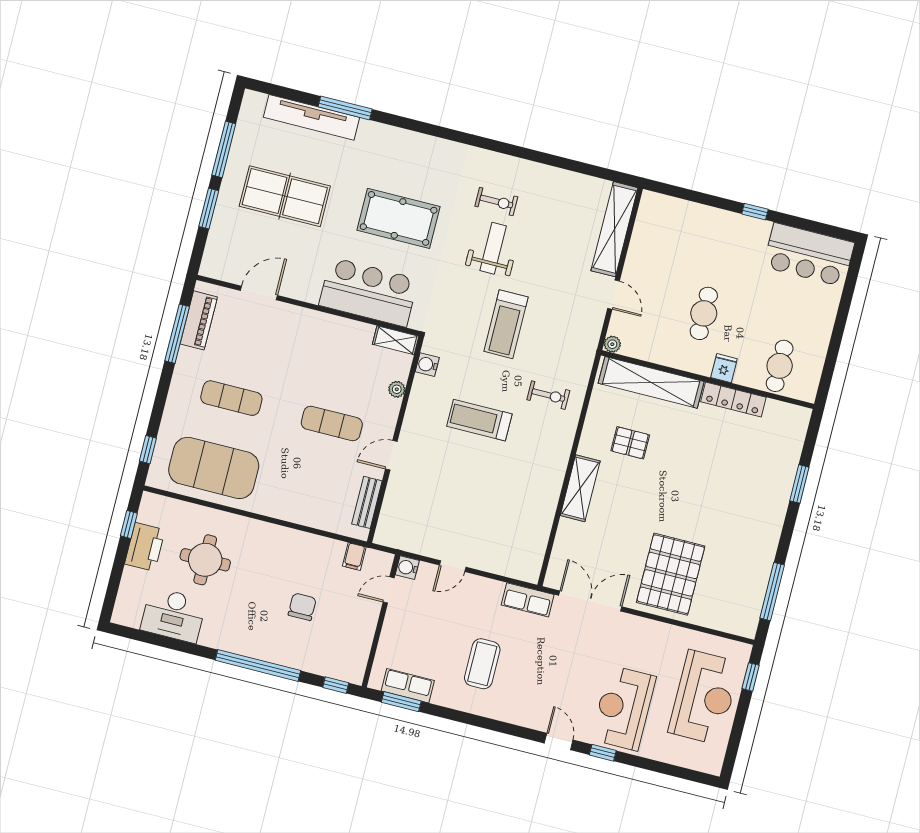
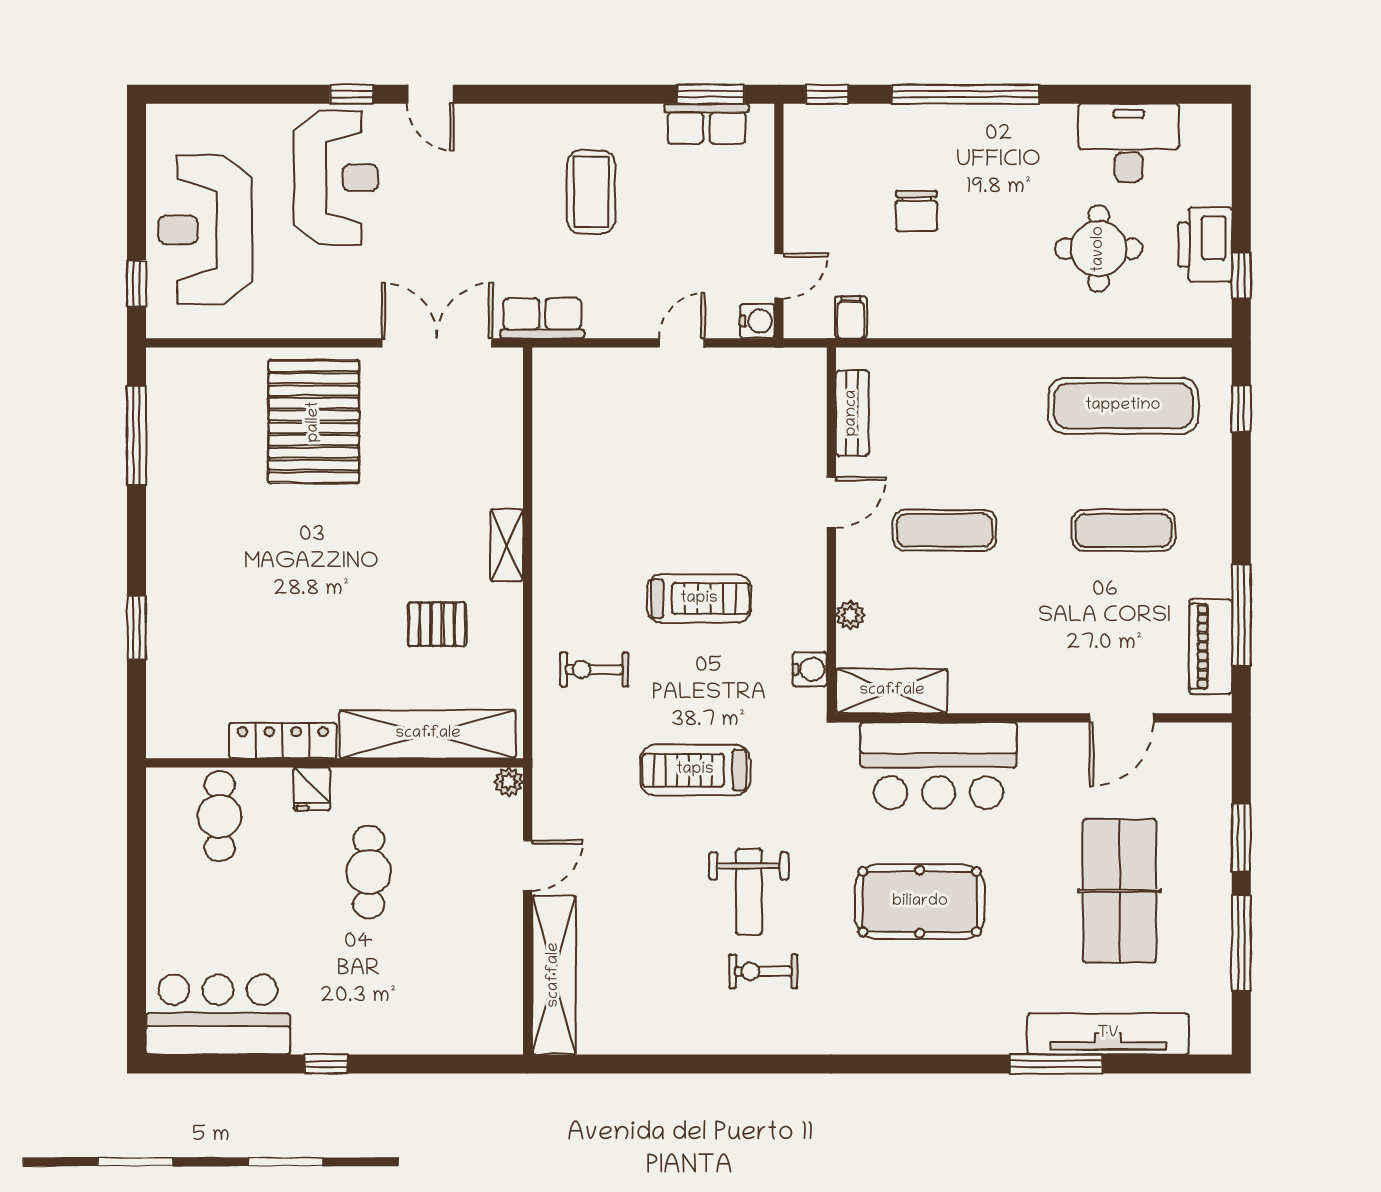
table tennis table: (285, 196) -> (1120, 891), turned 90
door: (614, 295) -> (528, 865), swing flipped
treadmill: (506, 324) -> (695, 770), turned -90
shelving: (396, 340) -> (892, 691), width x1.50, depth x1.33
exercise mat: (214, 468) -> (1123, 406), width x0.68
shelving: (580, 488) -> (507, 545), width x0.67, depth x0.75
double door: (590, 601) -> (437, 343), swing flipped

